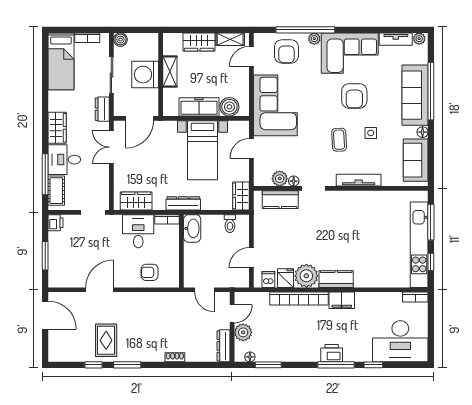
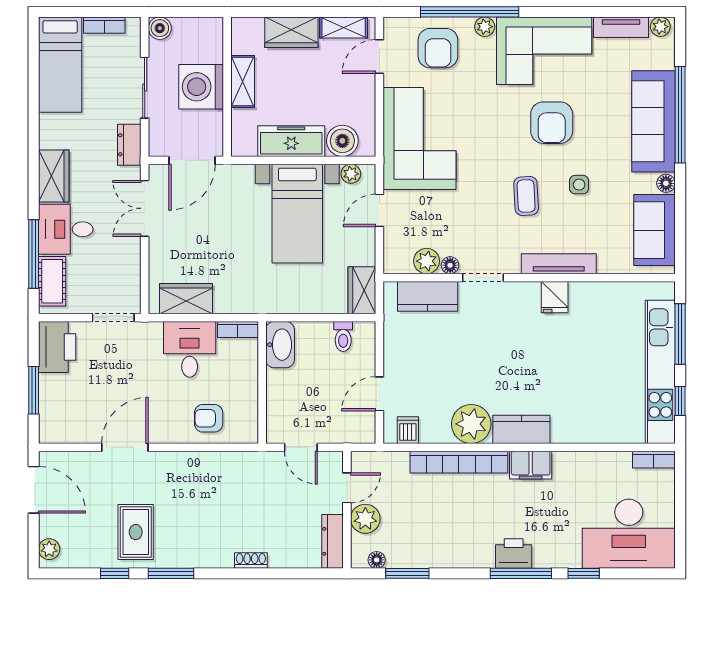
plant: (234, 126) -> (351, 174), added
dresser: (183, 203) -> (265, 303), removed
printer: (56, 223) -> (57, 347), width x1.87, depth x1.48
fridge: (286, 278) -> (555, 297), moved, turned 180
plant: (54, 350) -> (49, 549), added

